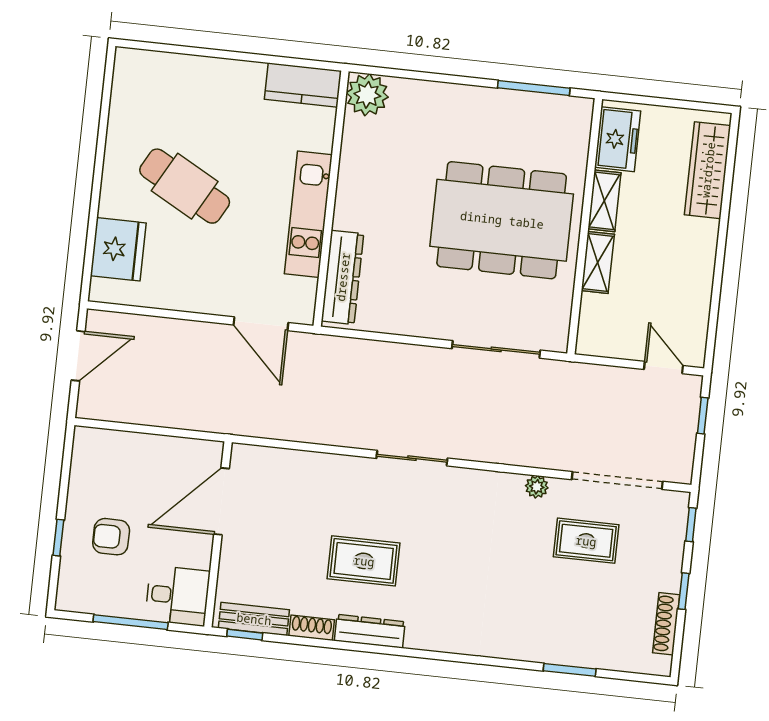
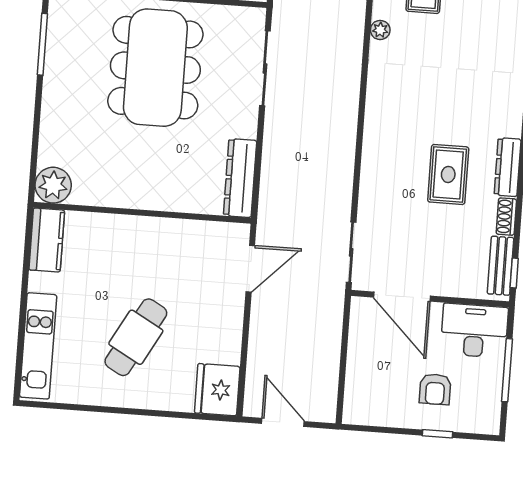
kitchen unit: (308, 214) -> (38, 346), moved, turned -90
fridge: (118, 249) -> (217, 390), moved, turned -90
dresser: (343, 277) -> (240, 178), moved, turned -90
sliding door: (412, 458) -> (351, 252), moved
desk: (177, 596) -> (474, 331), width x1.37

